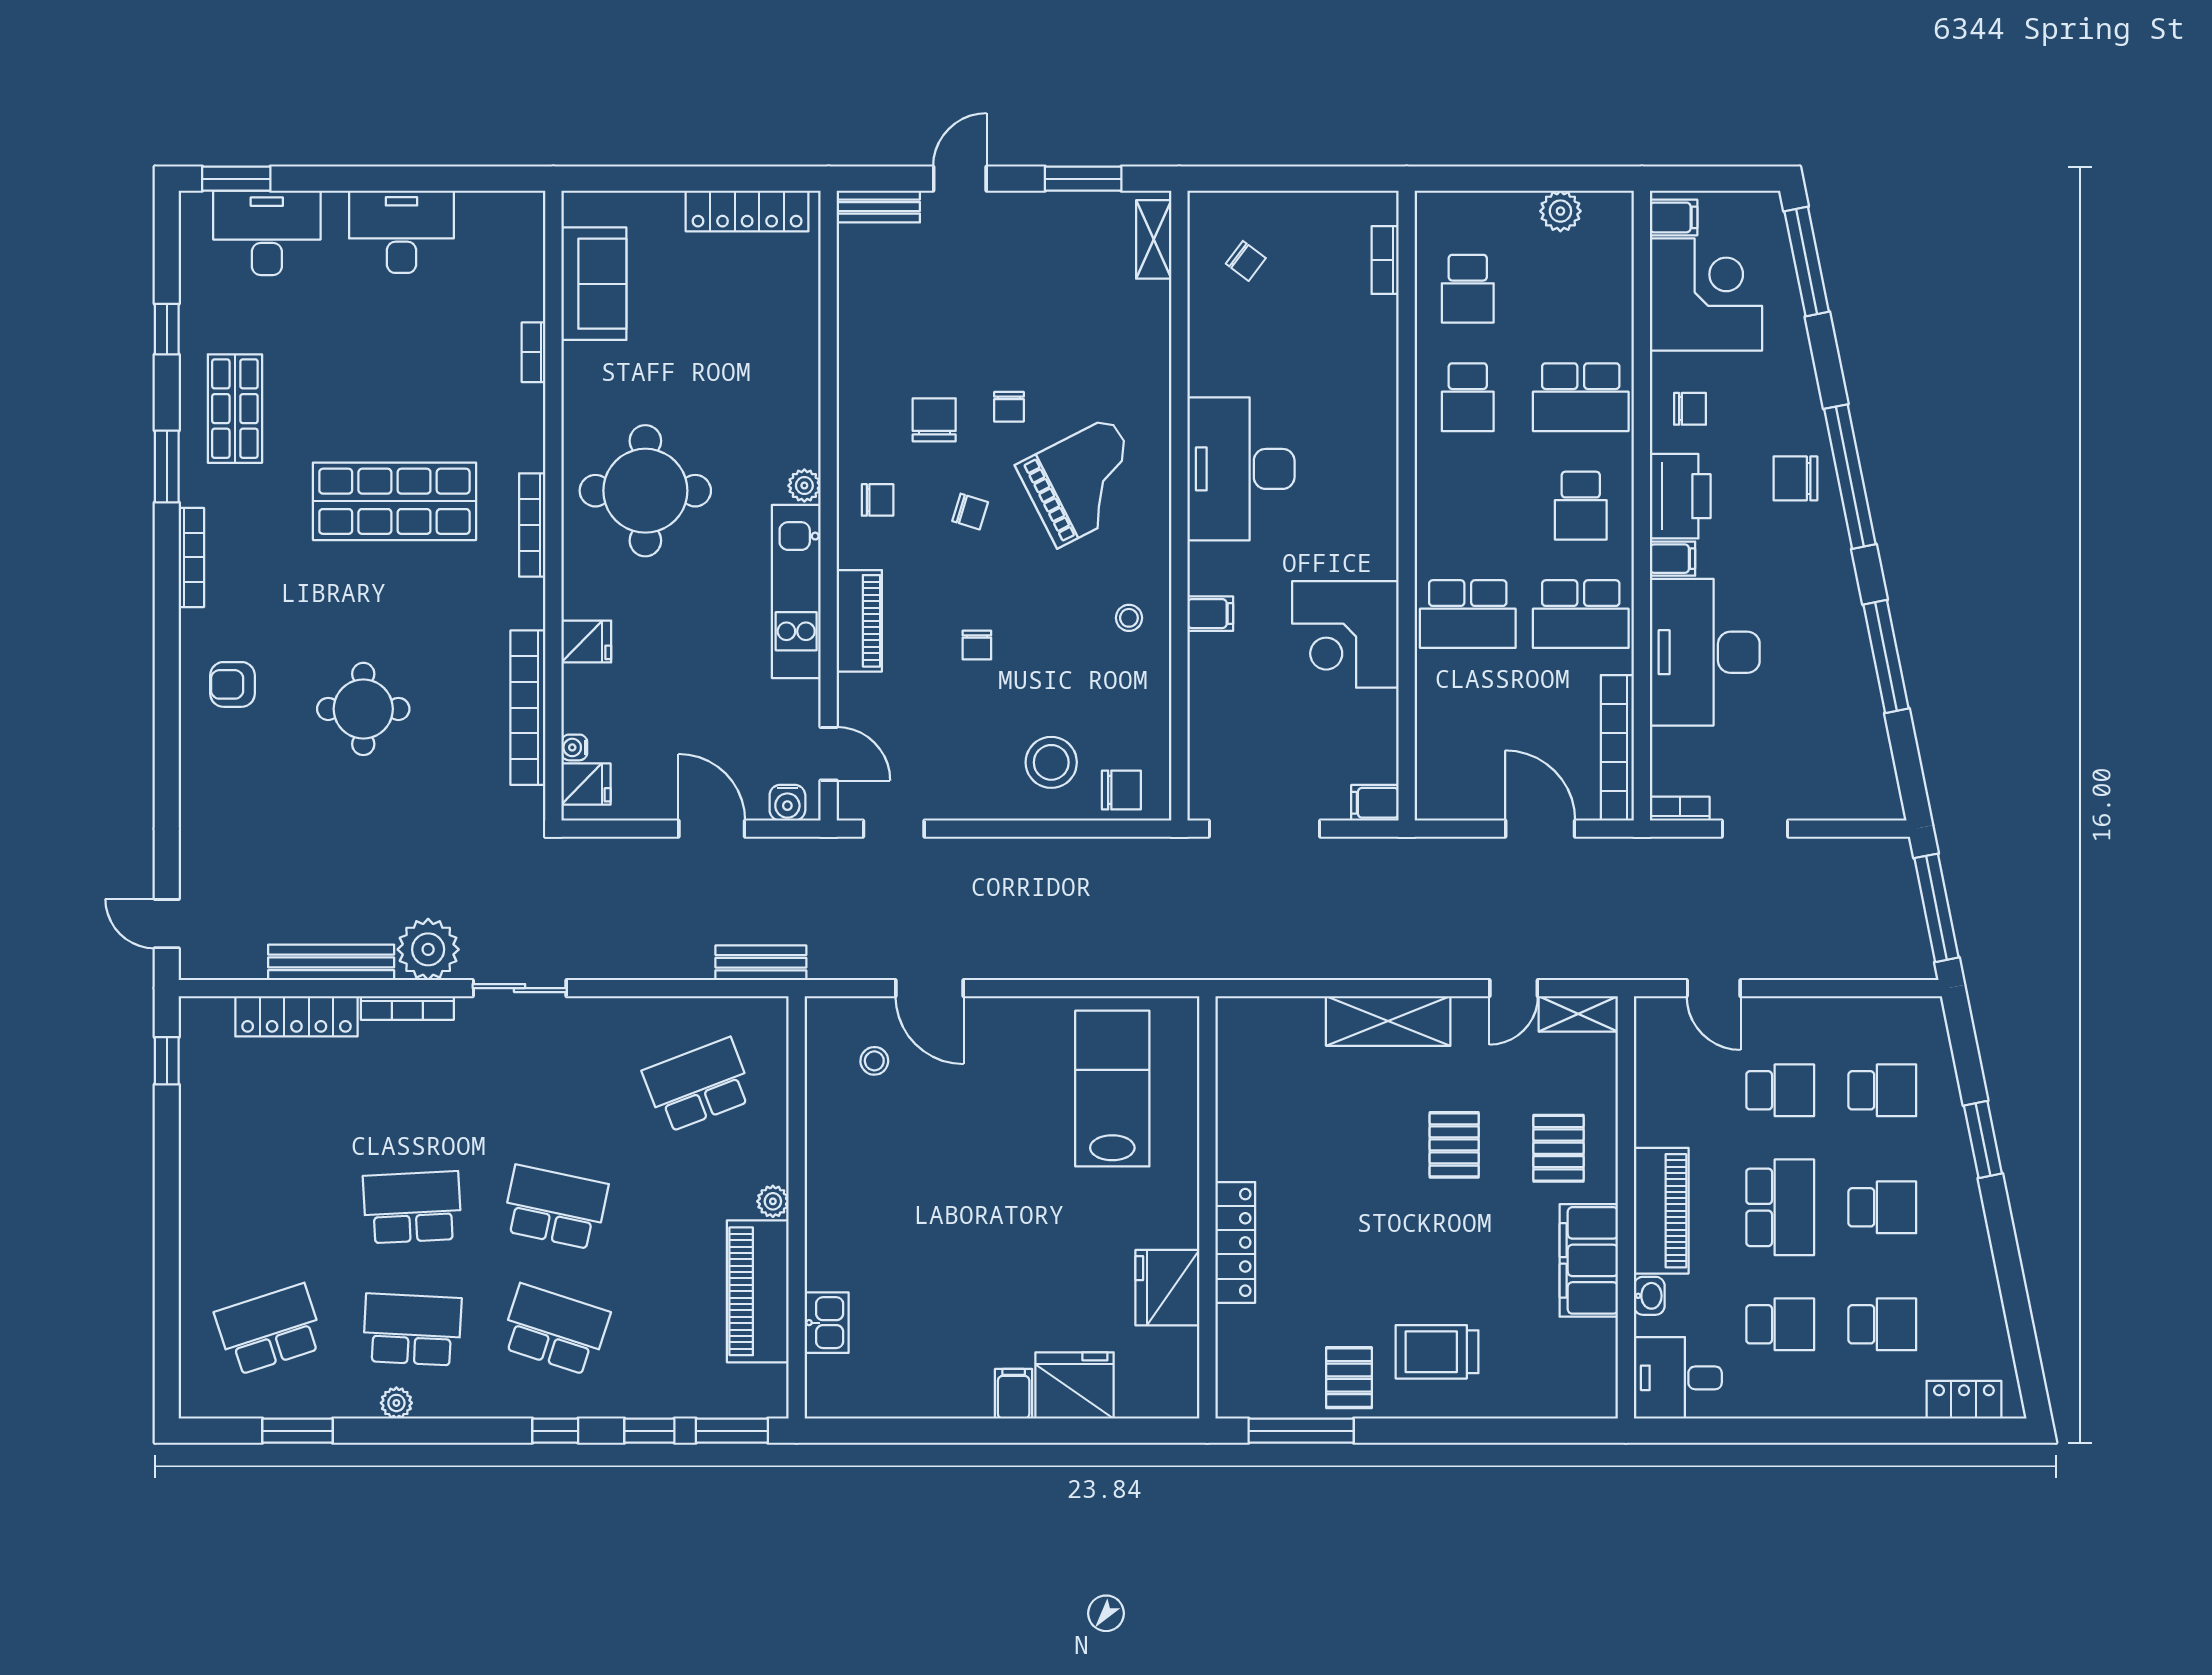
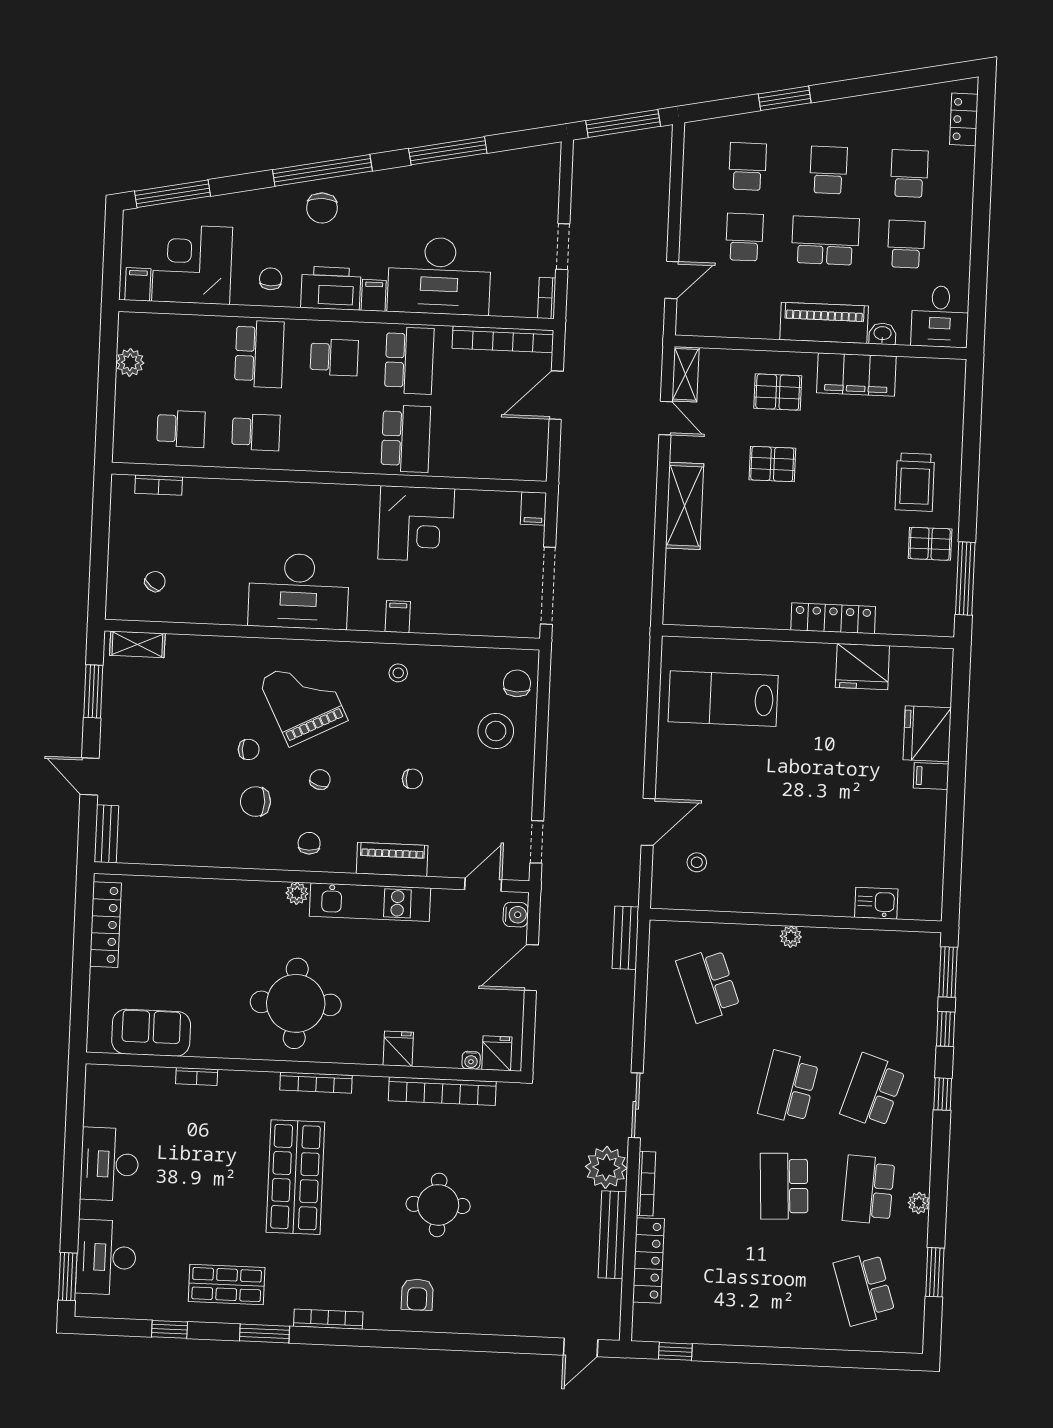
piano: (758, 1291) -> (853, 950), removed

